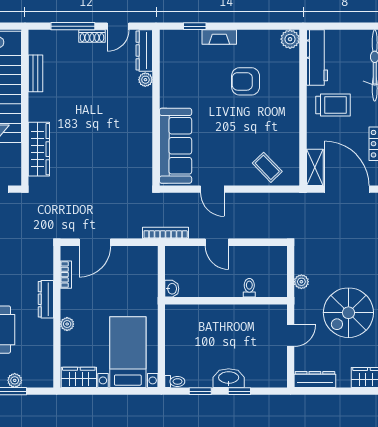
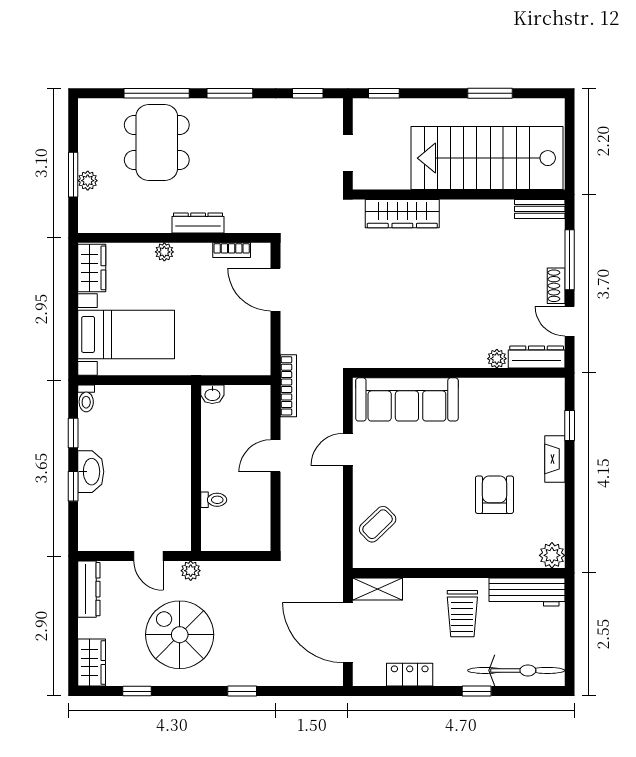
bench: (36, 73) -> (540, 209), moved
door: (347, 189) -> (348, 633), swing flipped
plant: (301, 282) -> (191, 571), moved

